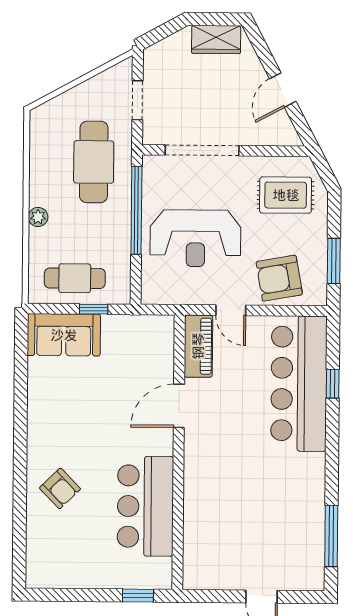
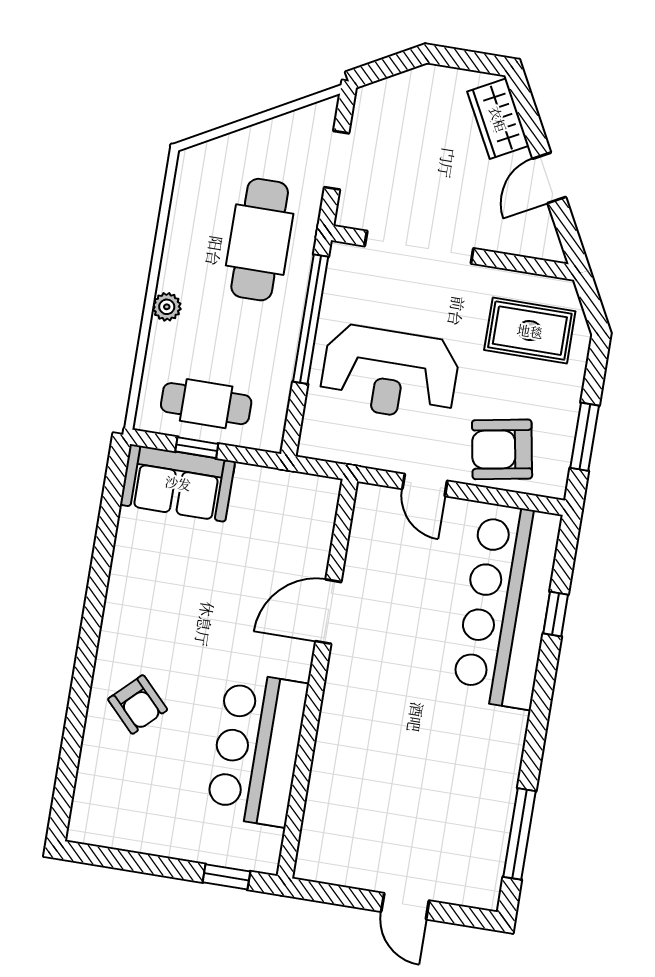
wardrobe: (216, 39) -> (498, 119), moved, turned 62
window: (94, 309) -> (197, 448), moved
piano: (198, 346) -> (370, 530), removed

